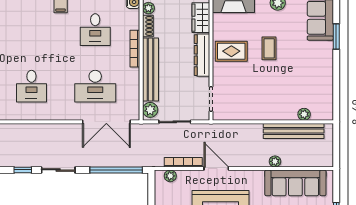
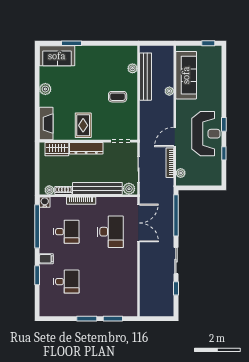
coffee table: (269, 48) -> (118, 97), moved
desk: (31, 86) -> (66, 282), moved

